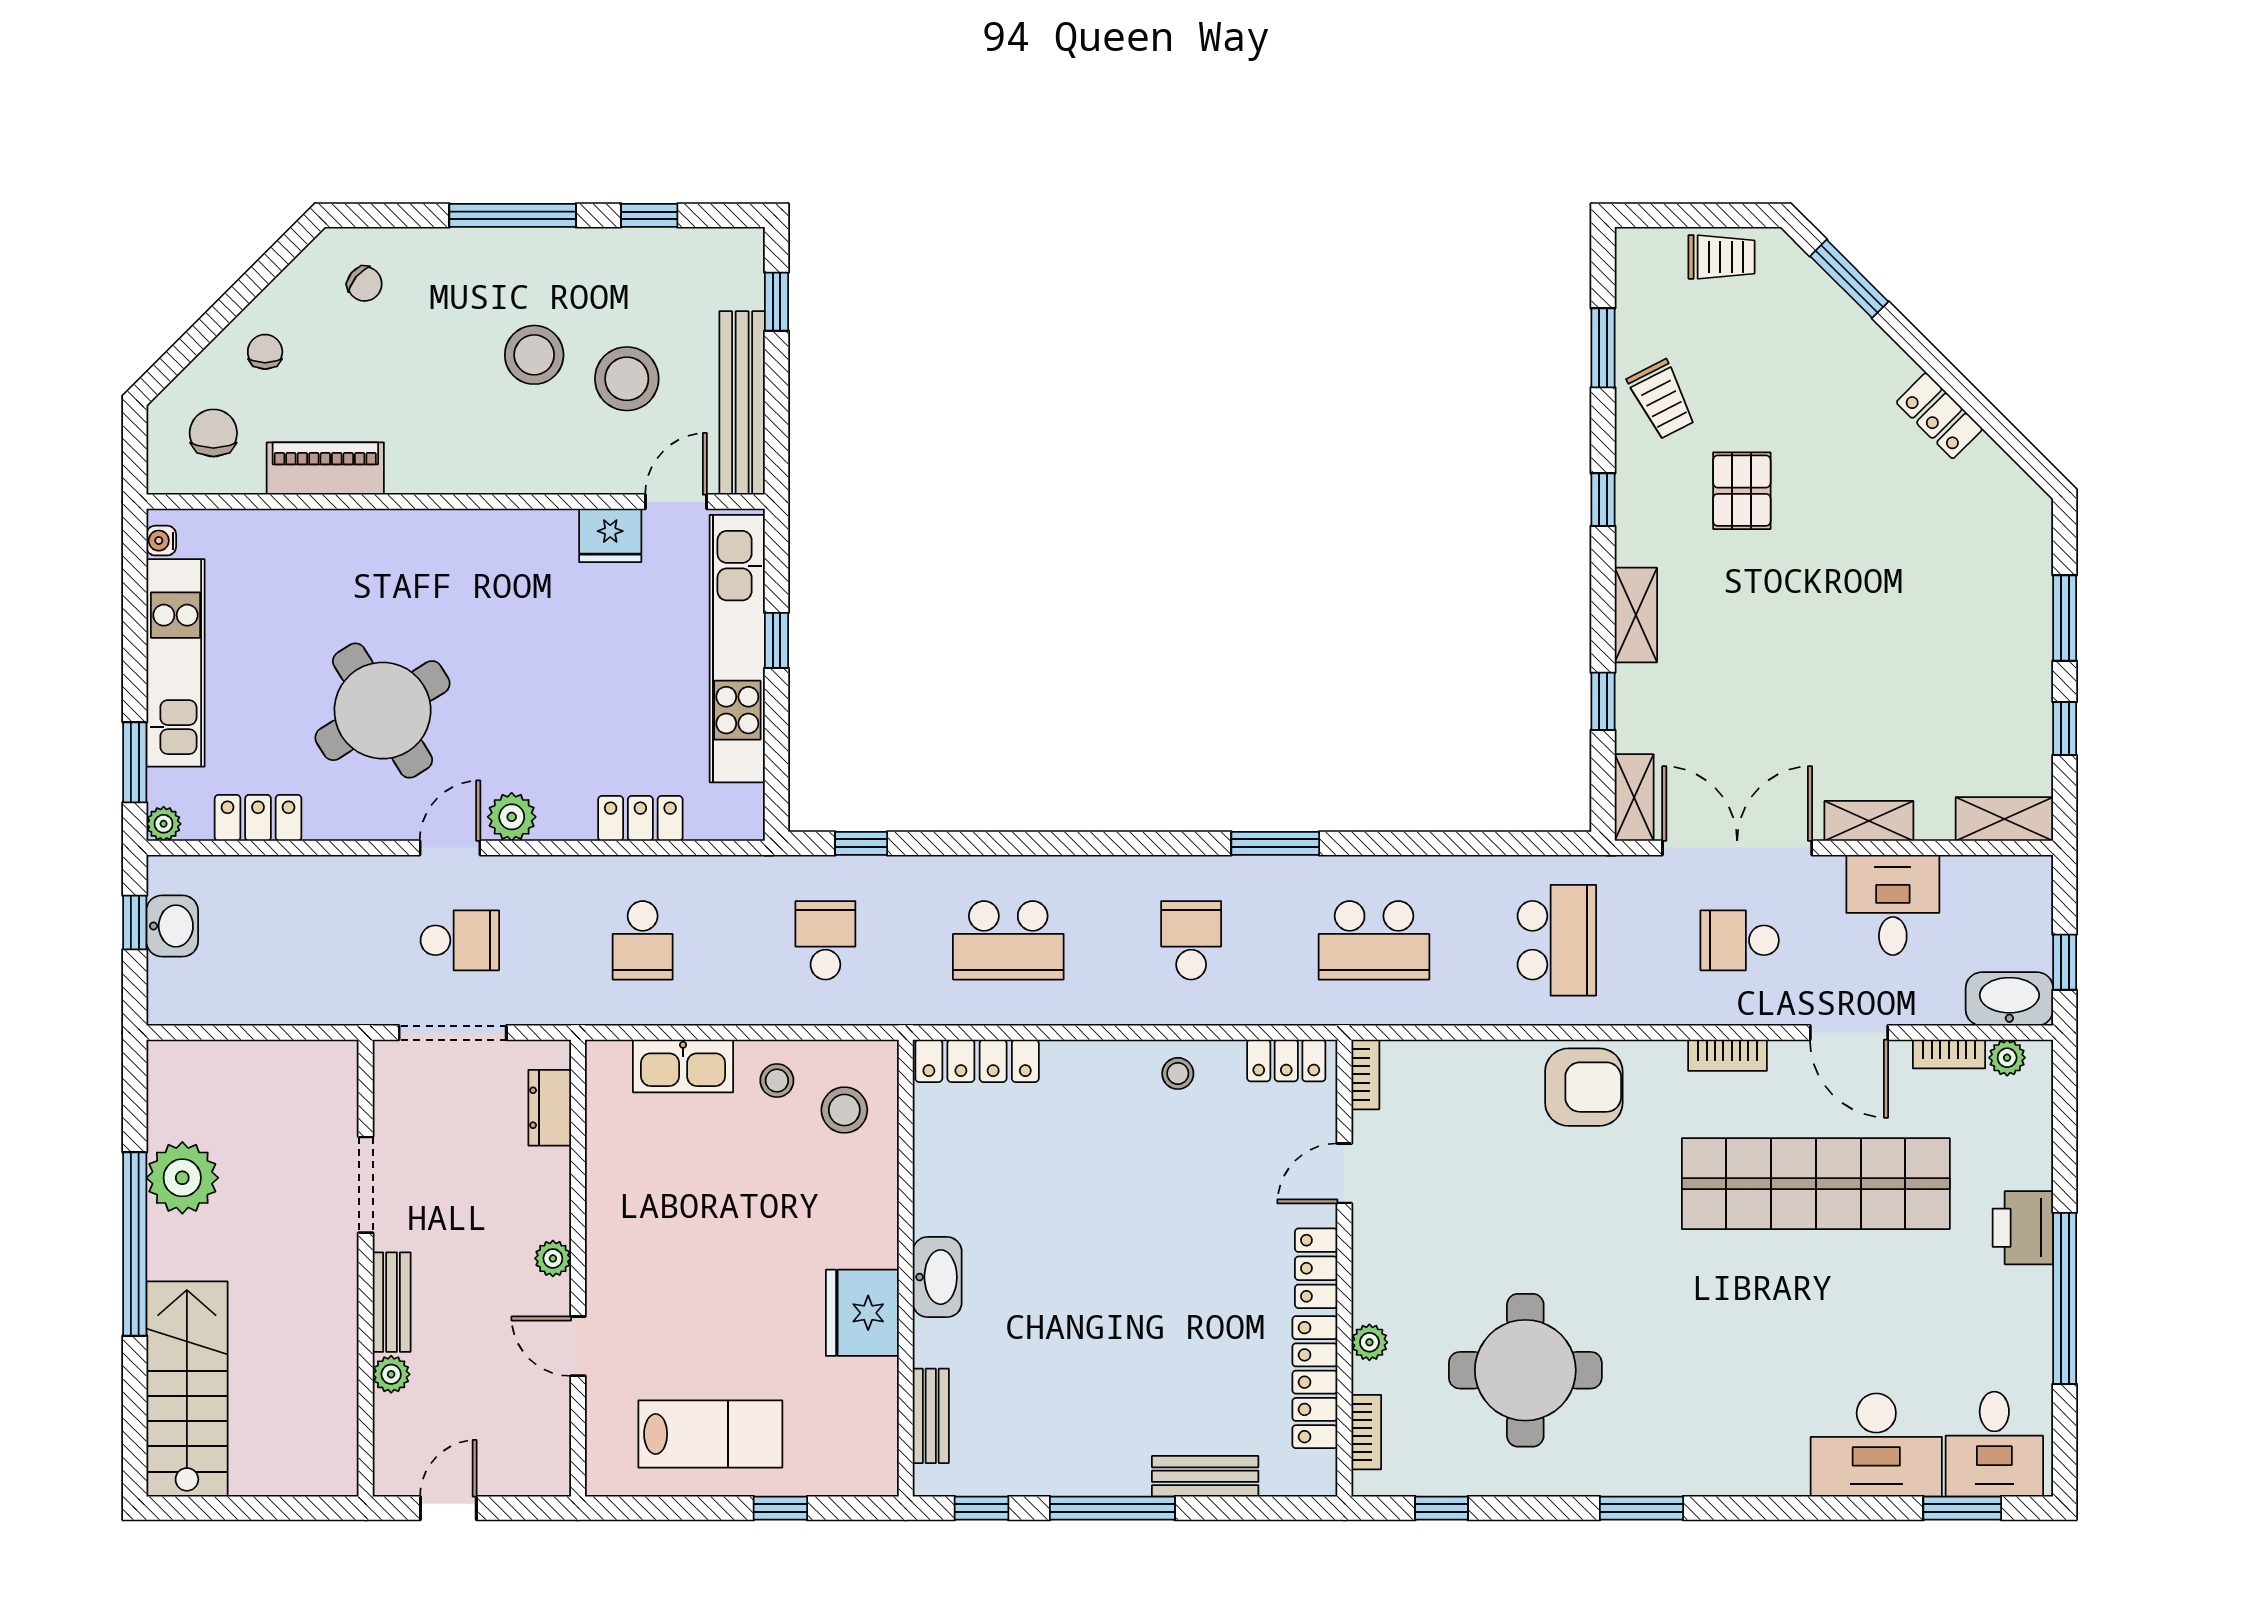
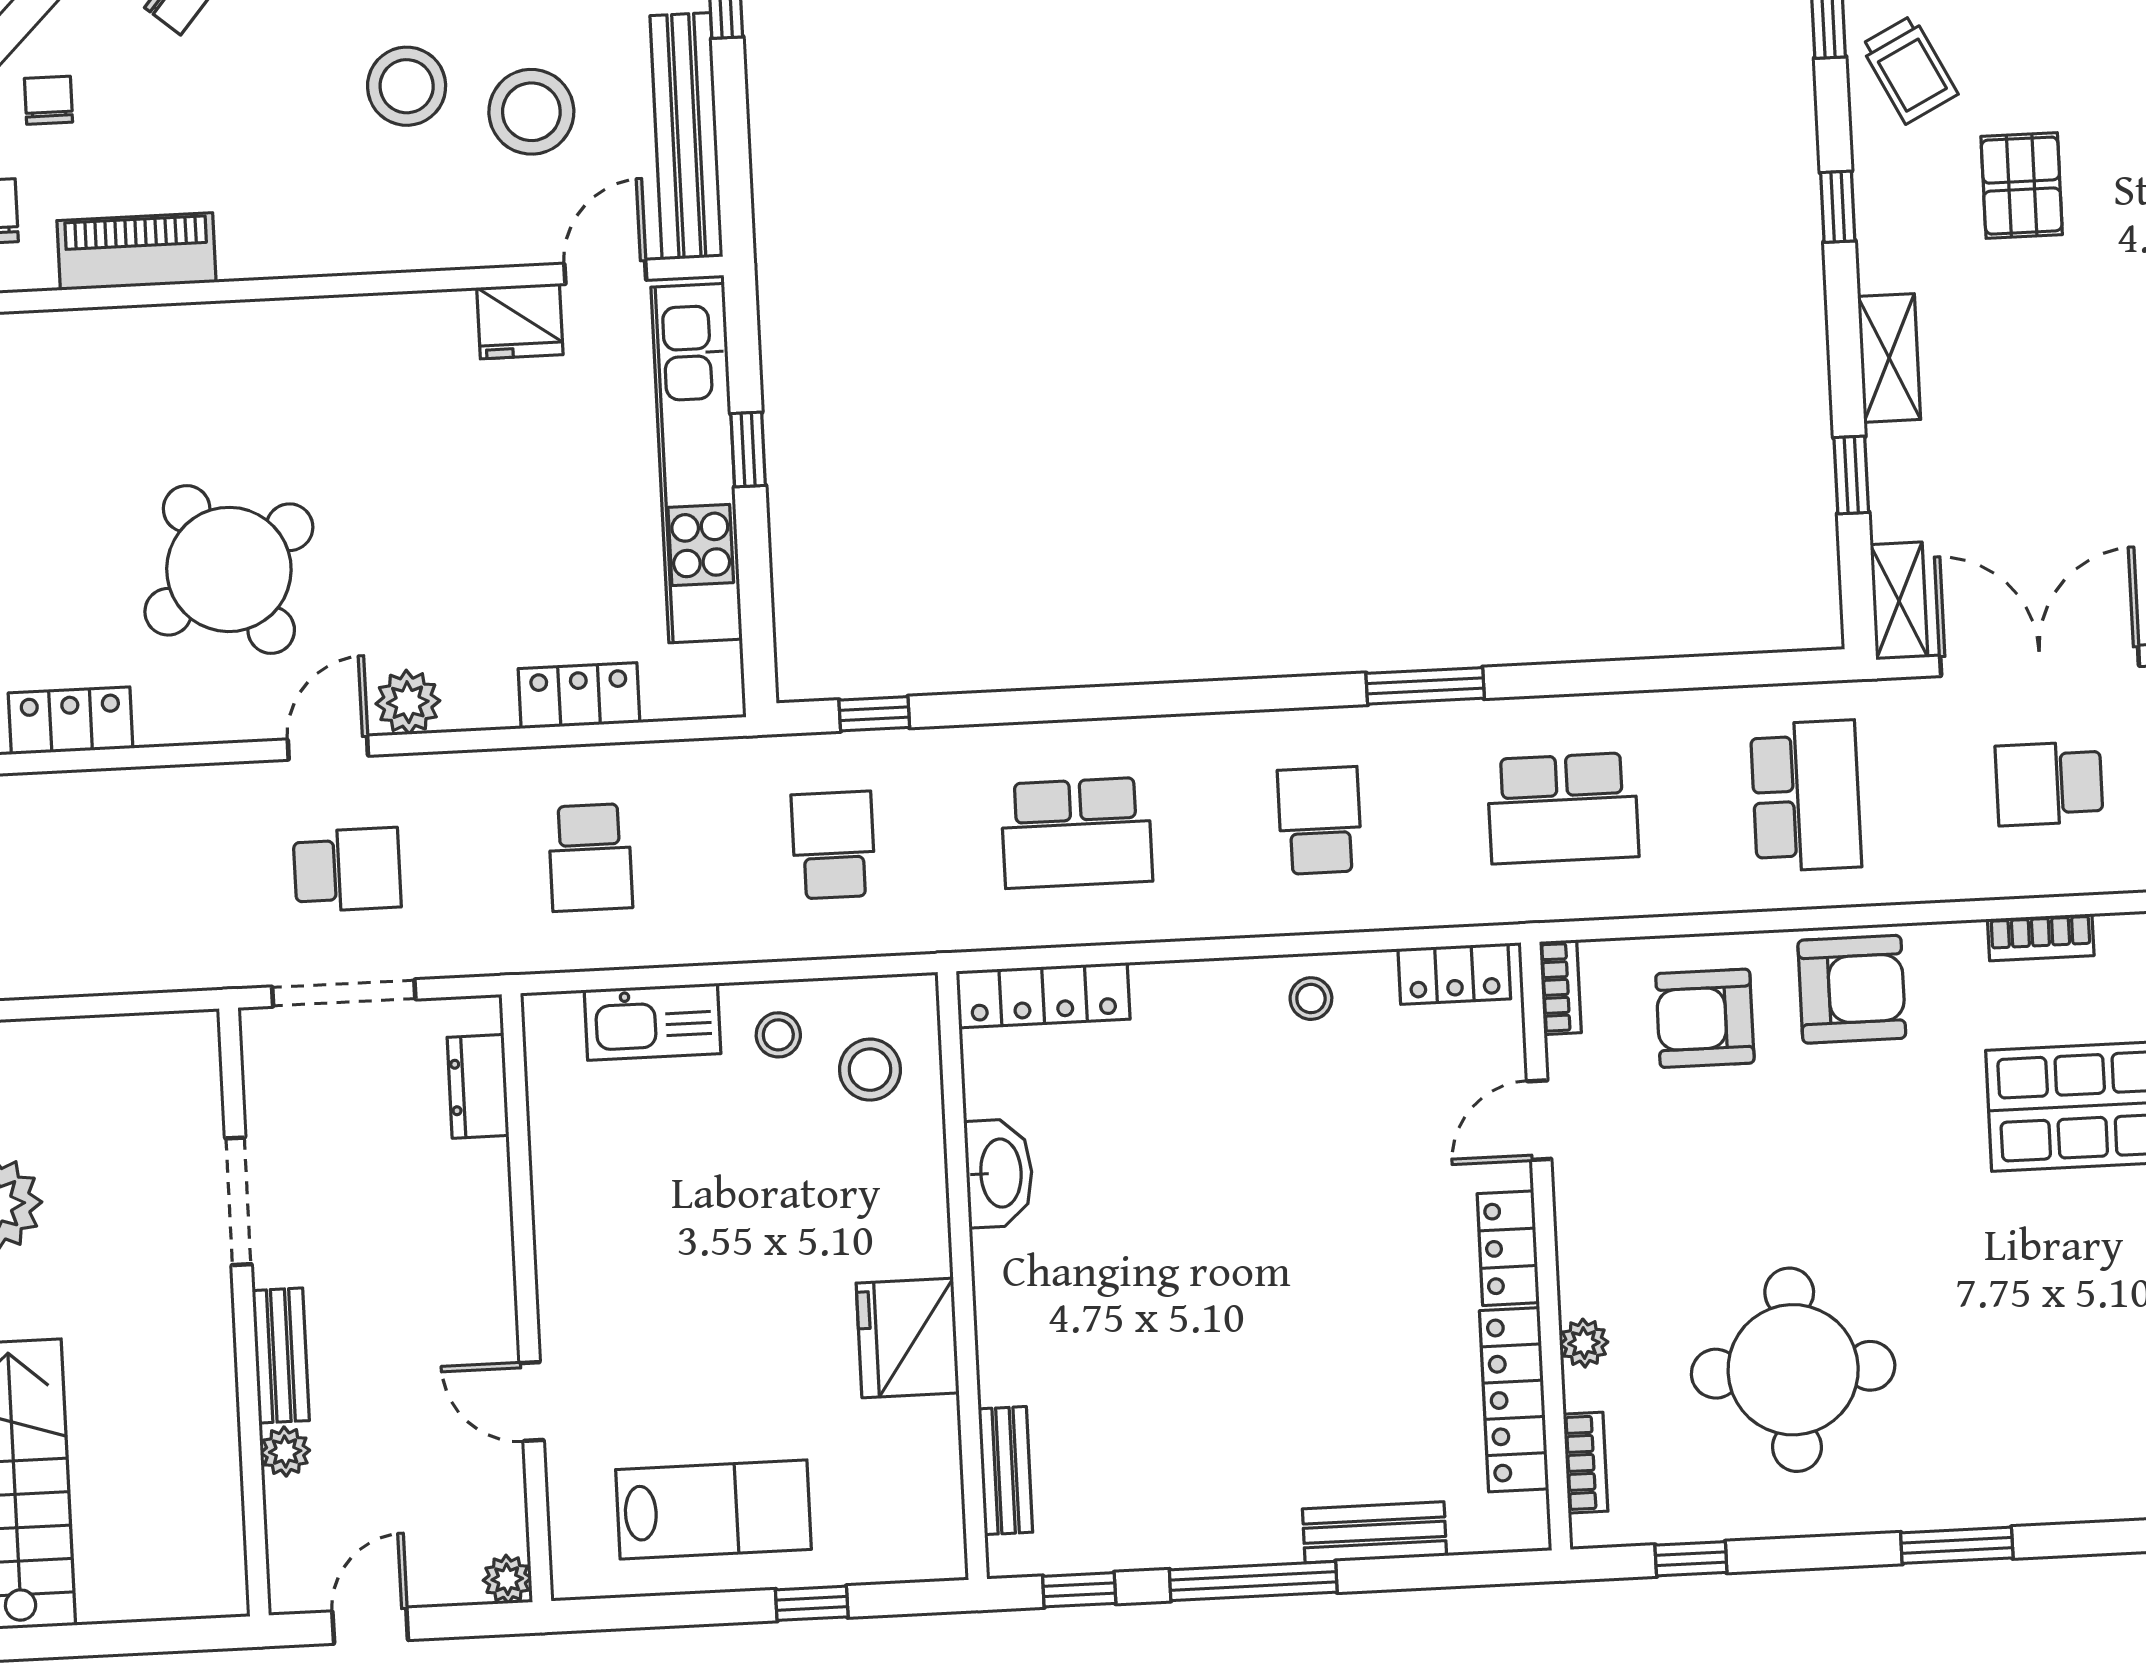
armchair: (1473, 1103) -> (1705, 1018), added
plant: (553, 1258) -> (507, 1579), moved
washbasin: (937, 1277) -> (999, 1173), moved

